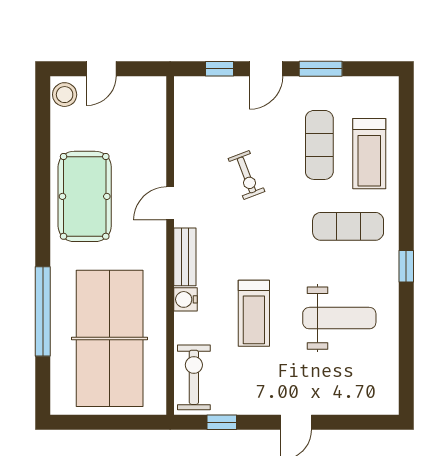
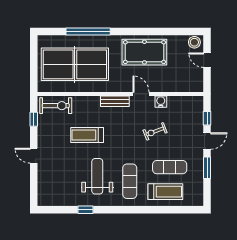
door: (266, 69) -> (207, 141), swing flipped
treadmill: (369, 154) -> (165, 192), turned 180
window: (406, 266) -> (86, 210), moved
water cooler: (186, 299) -> (161, 102), moved
weight bench: (339, 318) -> (97, 176), moved, turned 180

